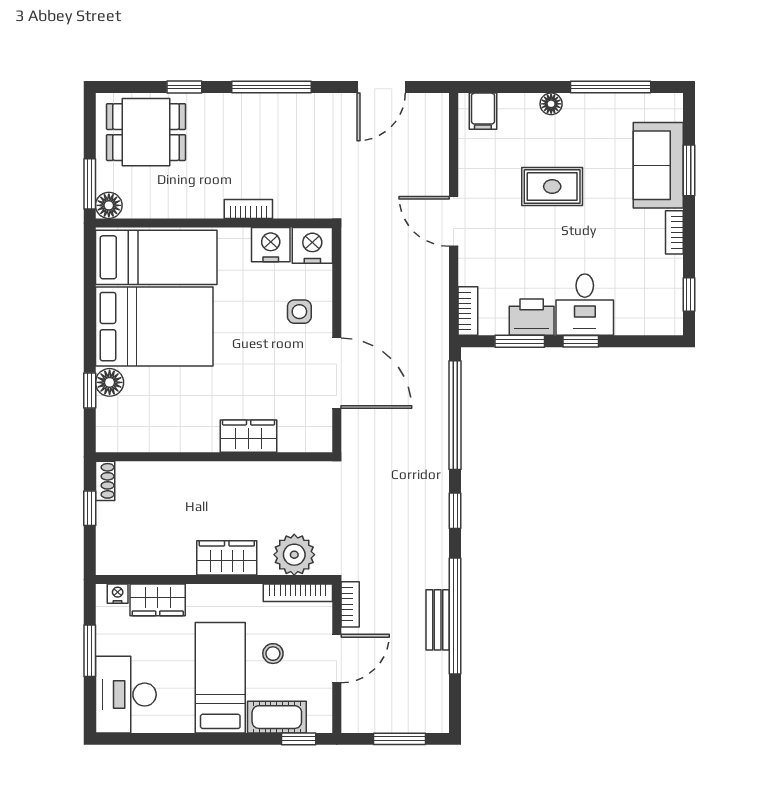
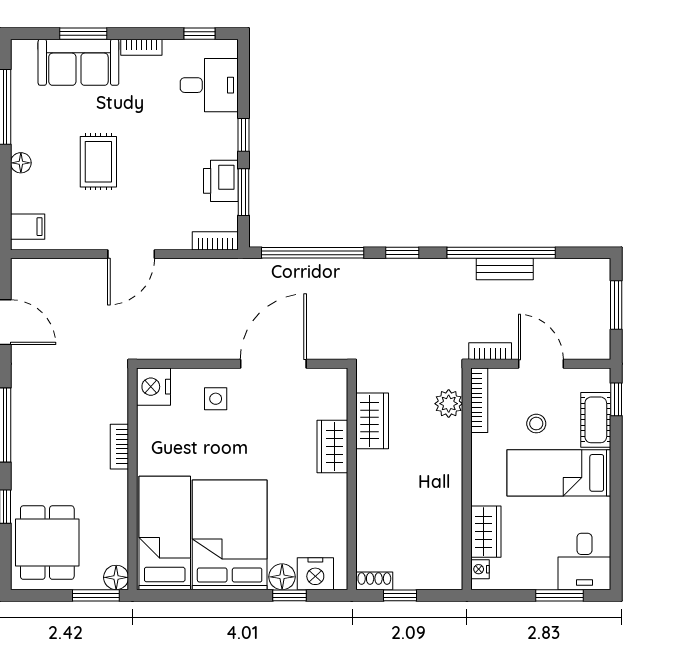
nightstand: (271, 245) -> (315, 574), moved, turned -90
desk: (585, 305) -> (209, 85), moved
plant: (294, 555) -> (449, 404), width x0.73, depth x0.73
wardrobe: (227, 558) -> (372, 421), moved, turned 180
window: (90, 651) -> (559, 595), moved
desk: (126, 695) -> (584, 561), width x0.73

